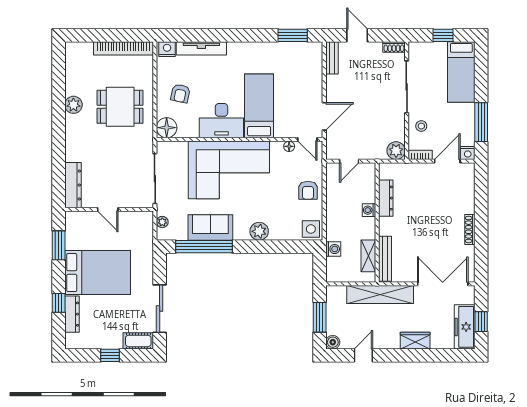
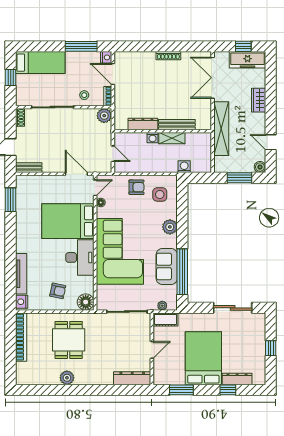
bed: (259, 106) -> (68, 221), width x1.50
side table: (311, 229) -> (160, 194), moved
shelving: (368, 256) -> (172, 138), moved
bench: (385, 259) -> (177, 125), moved
cot: (138, 341) -> (165, 320), moved, turned 90

